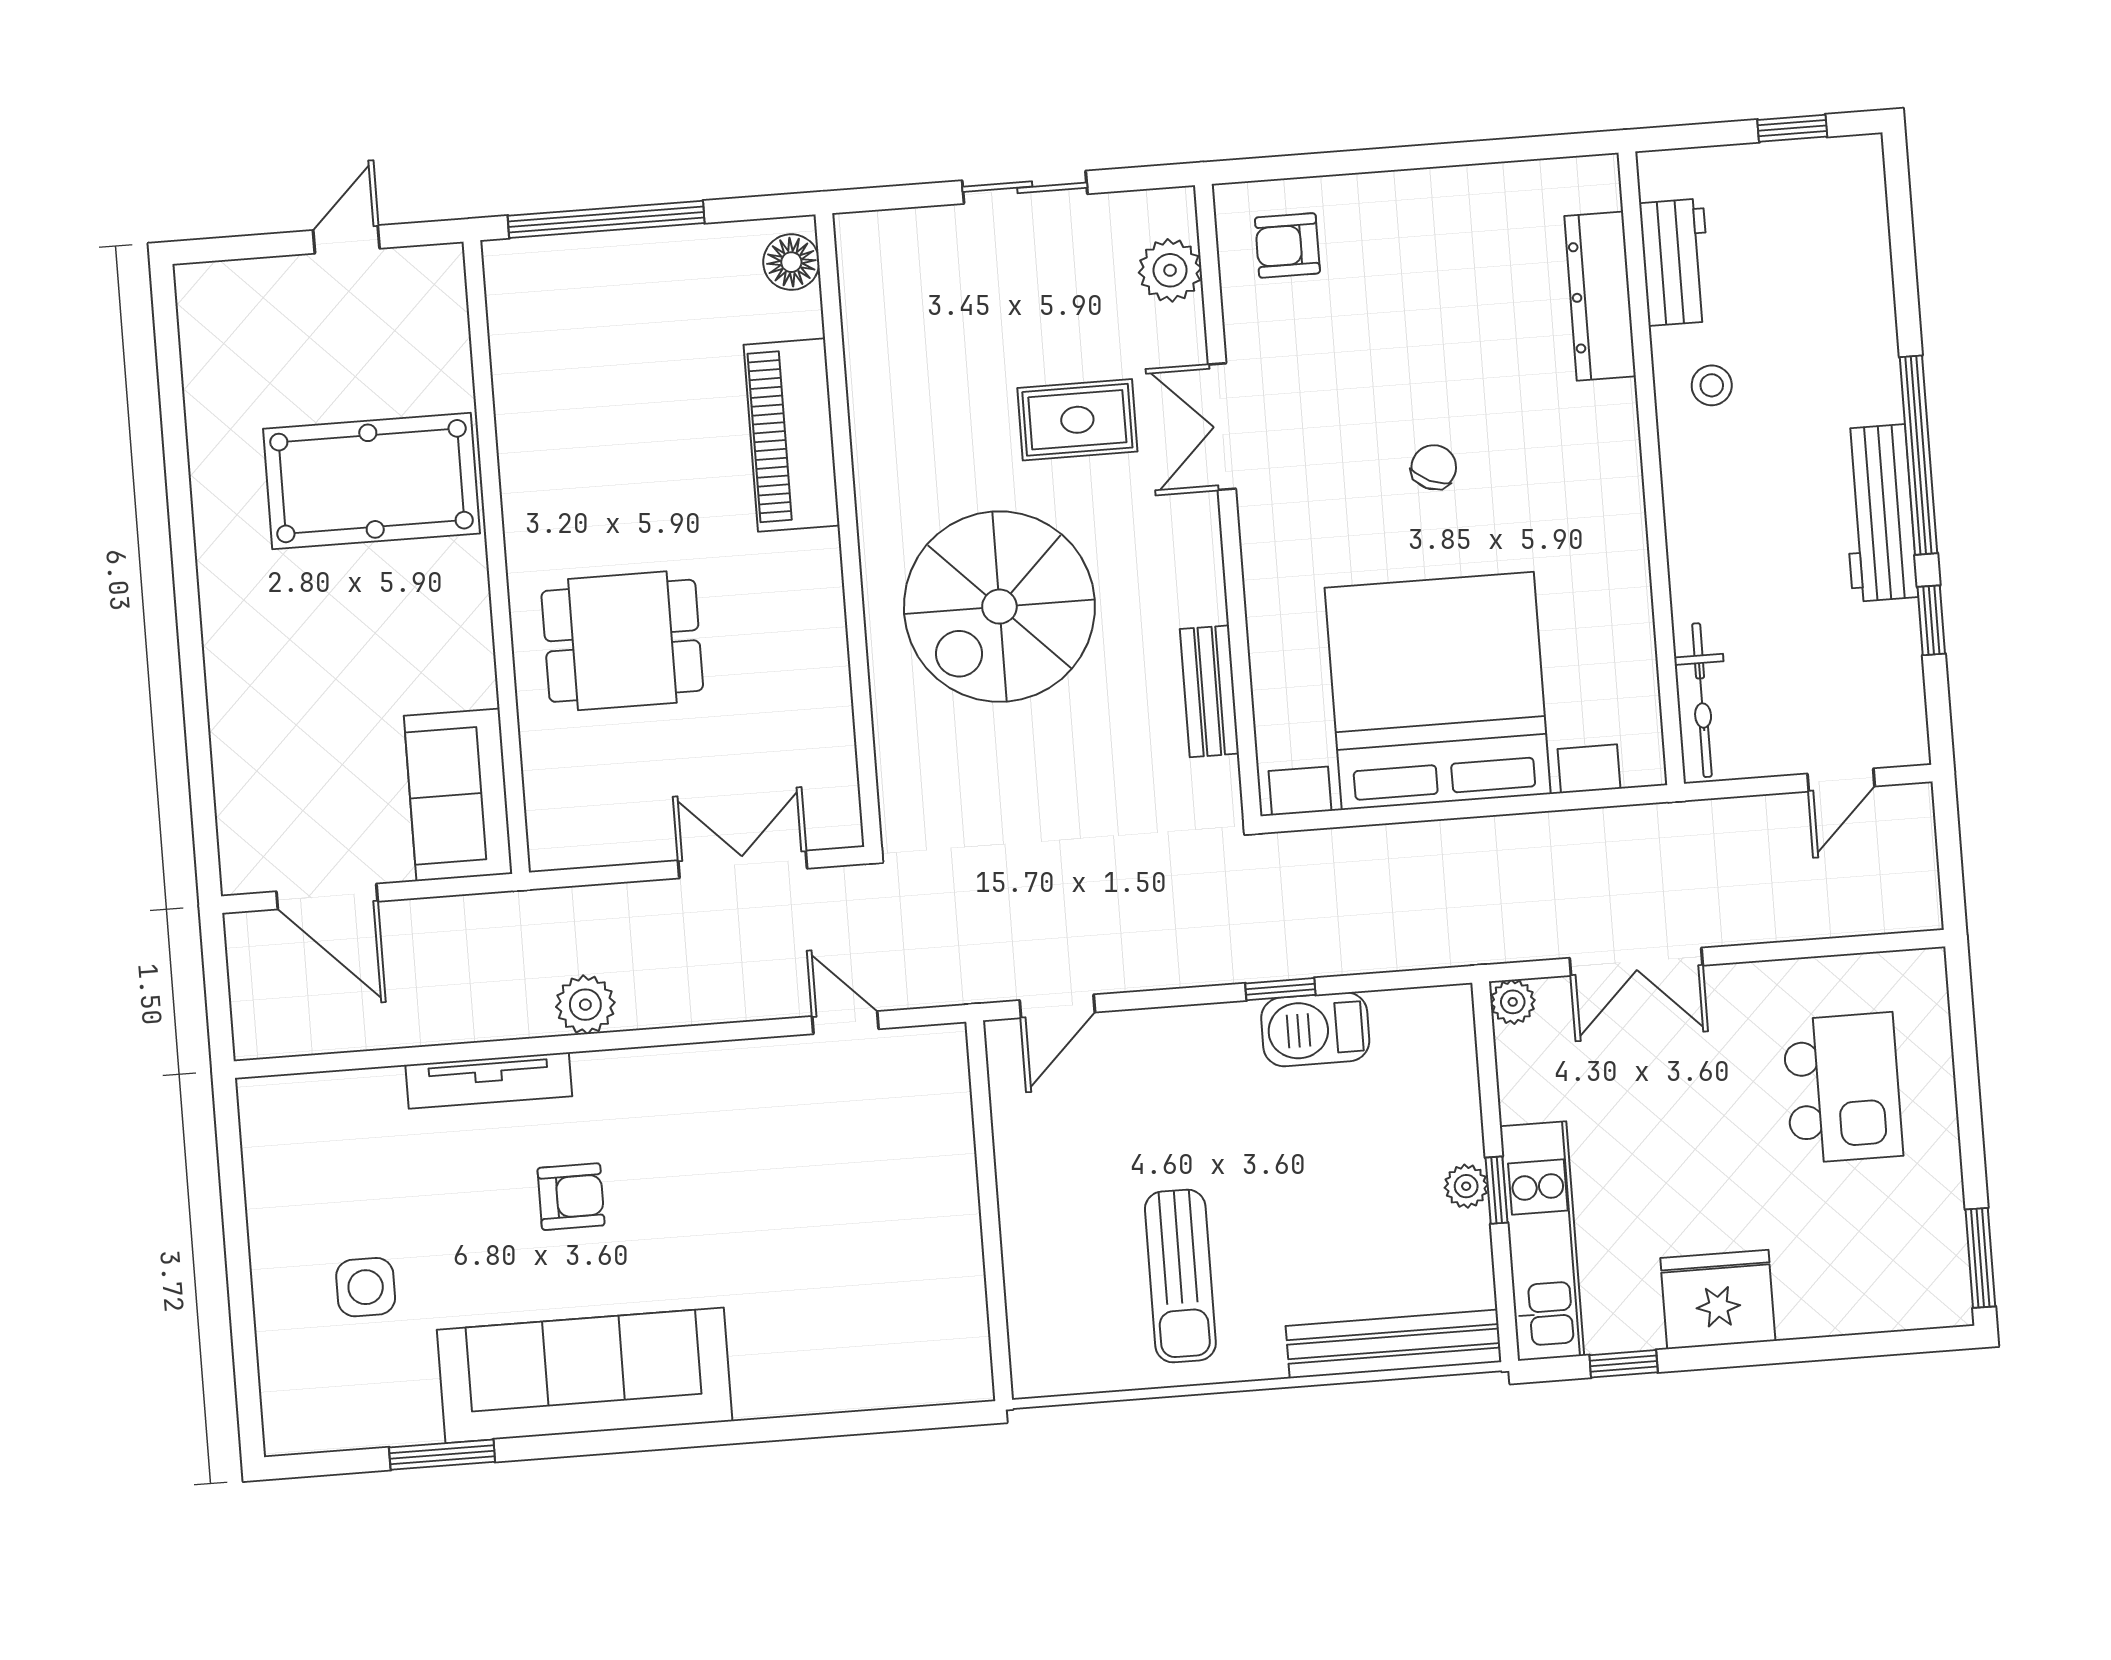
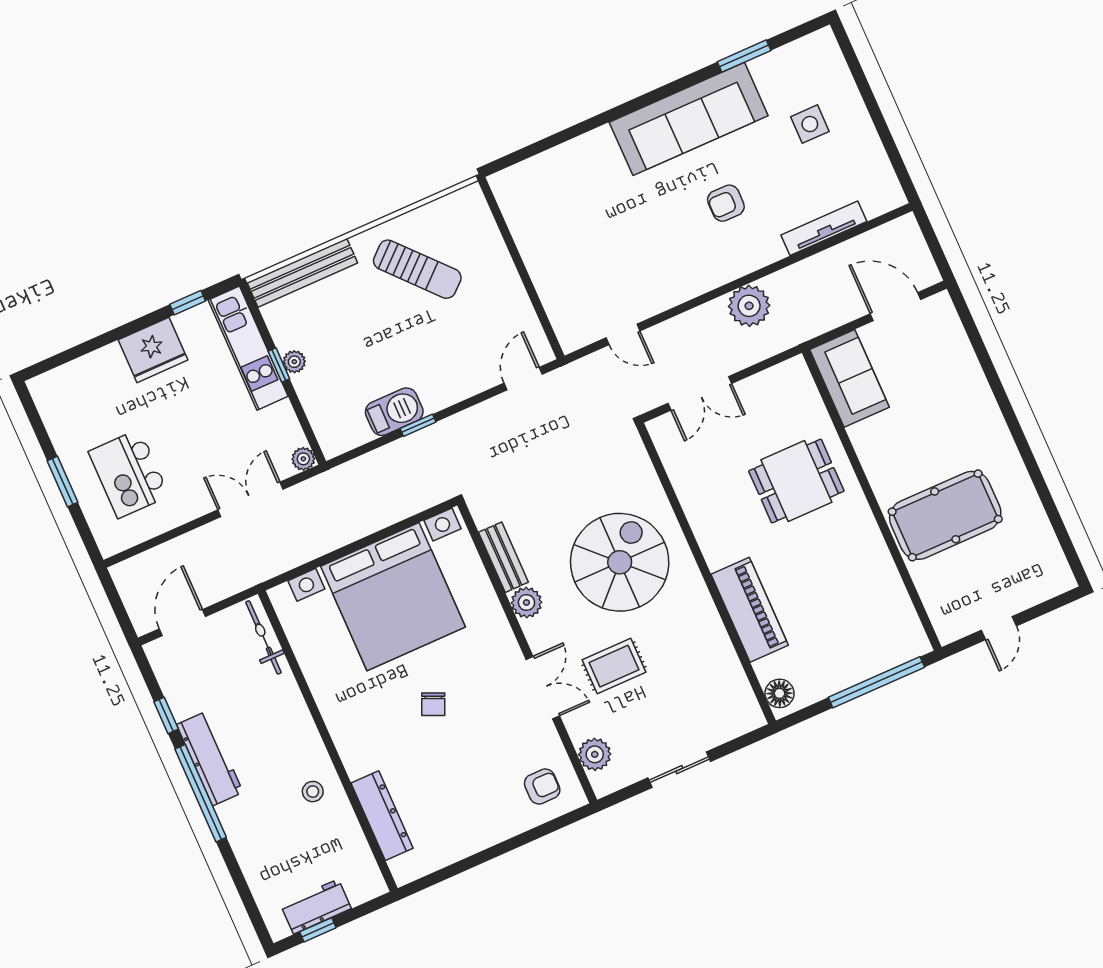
workbench: (1676, 262) -> (316, 907), moved, turned 90
plant: (1197, 593) -> (526, 603), added
door: (1841, 780) -> (182, 623), width x1.38
plant: (585, 1005) -> (749, 306), width x1.36, depth x1.36
tv unit: (489, 1081) -> (824, 228), moved
window: (1980, 1258) -> (63, 482), moved
sun lounger: (1180, 1276) -> (417, 269), turned 138

